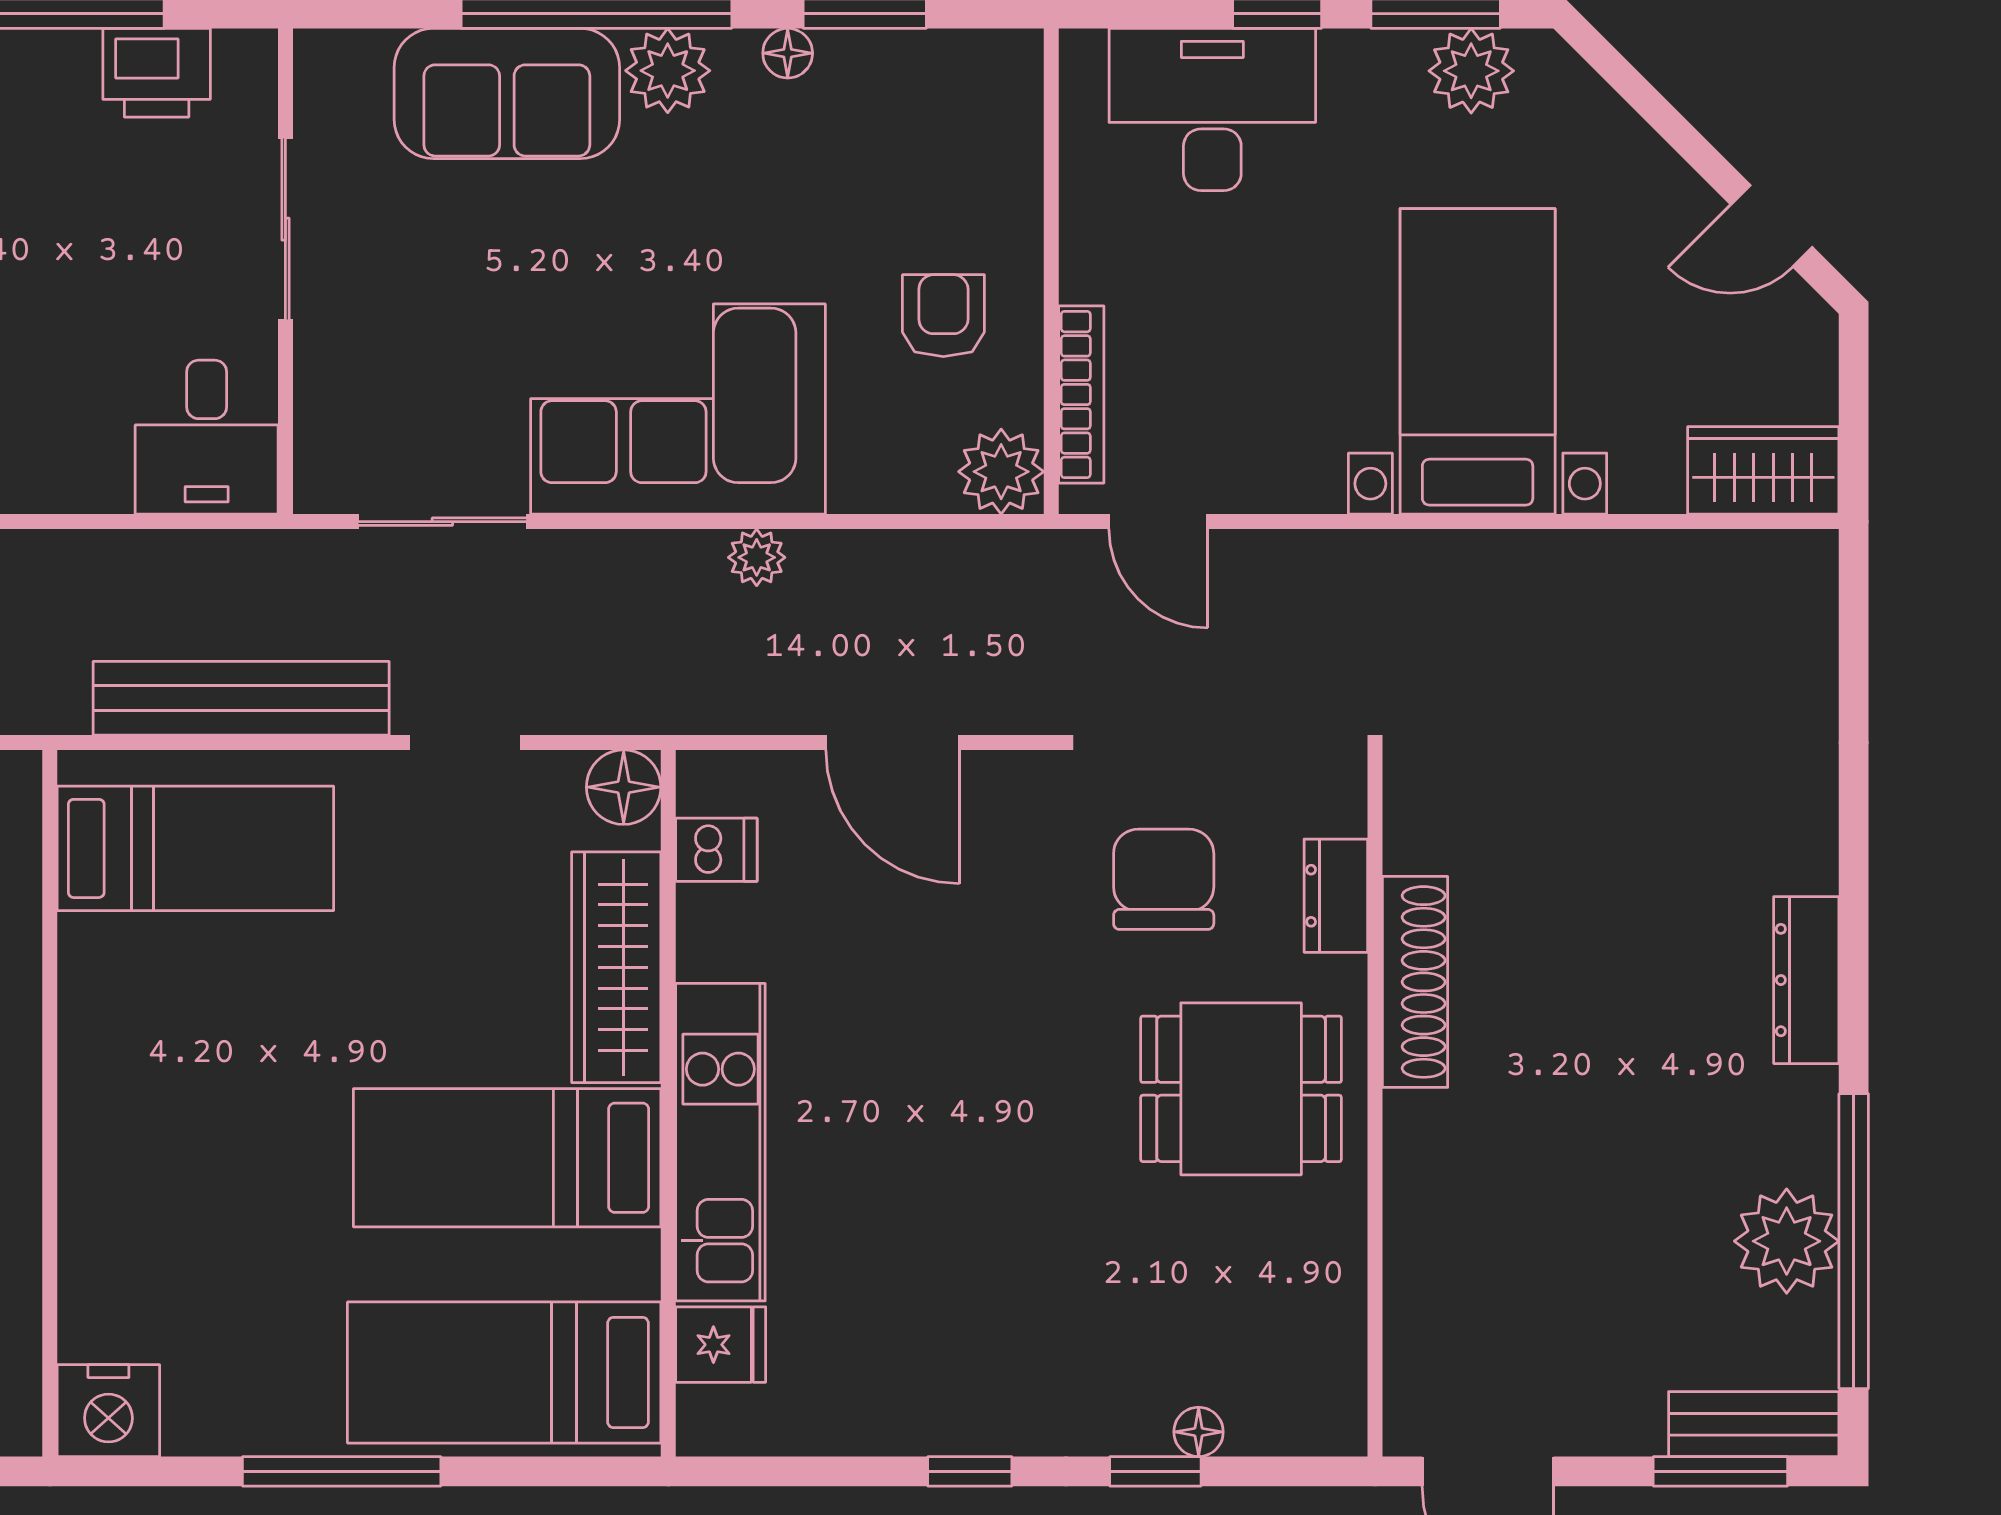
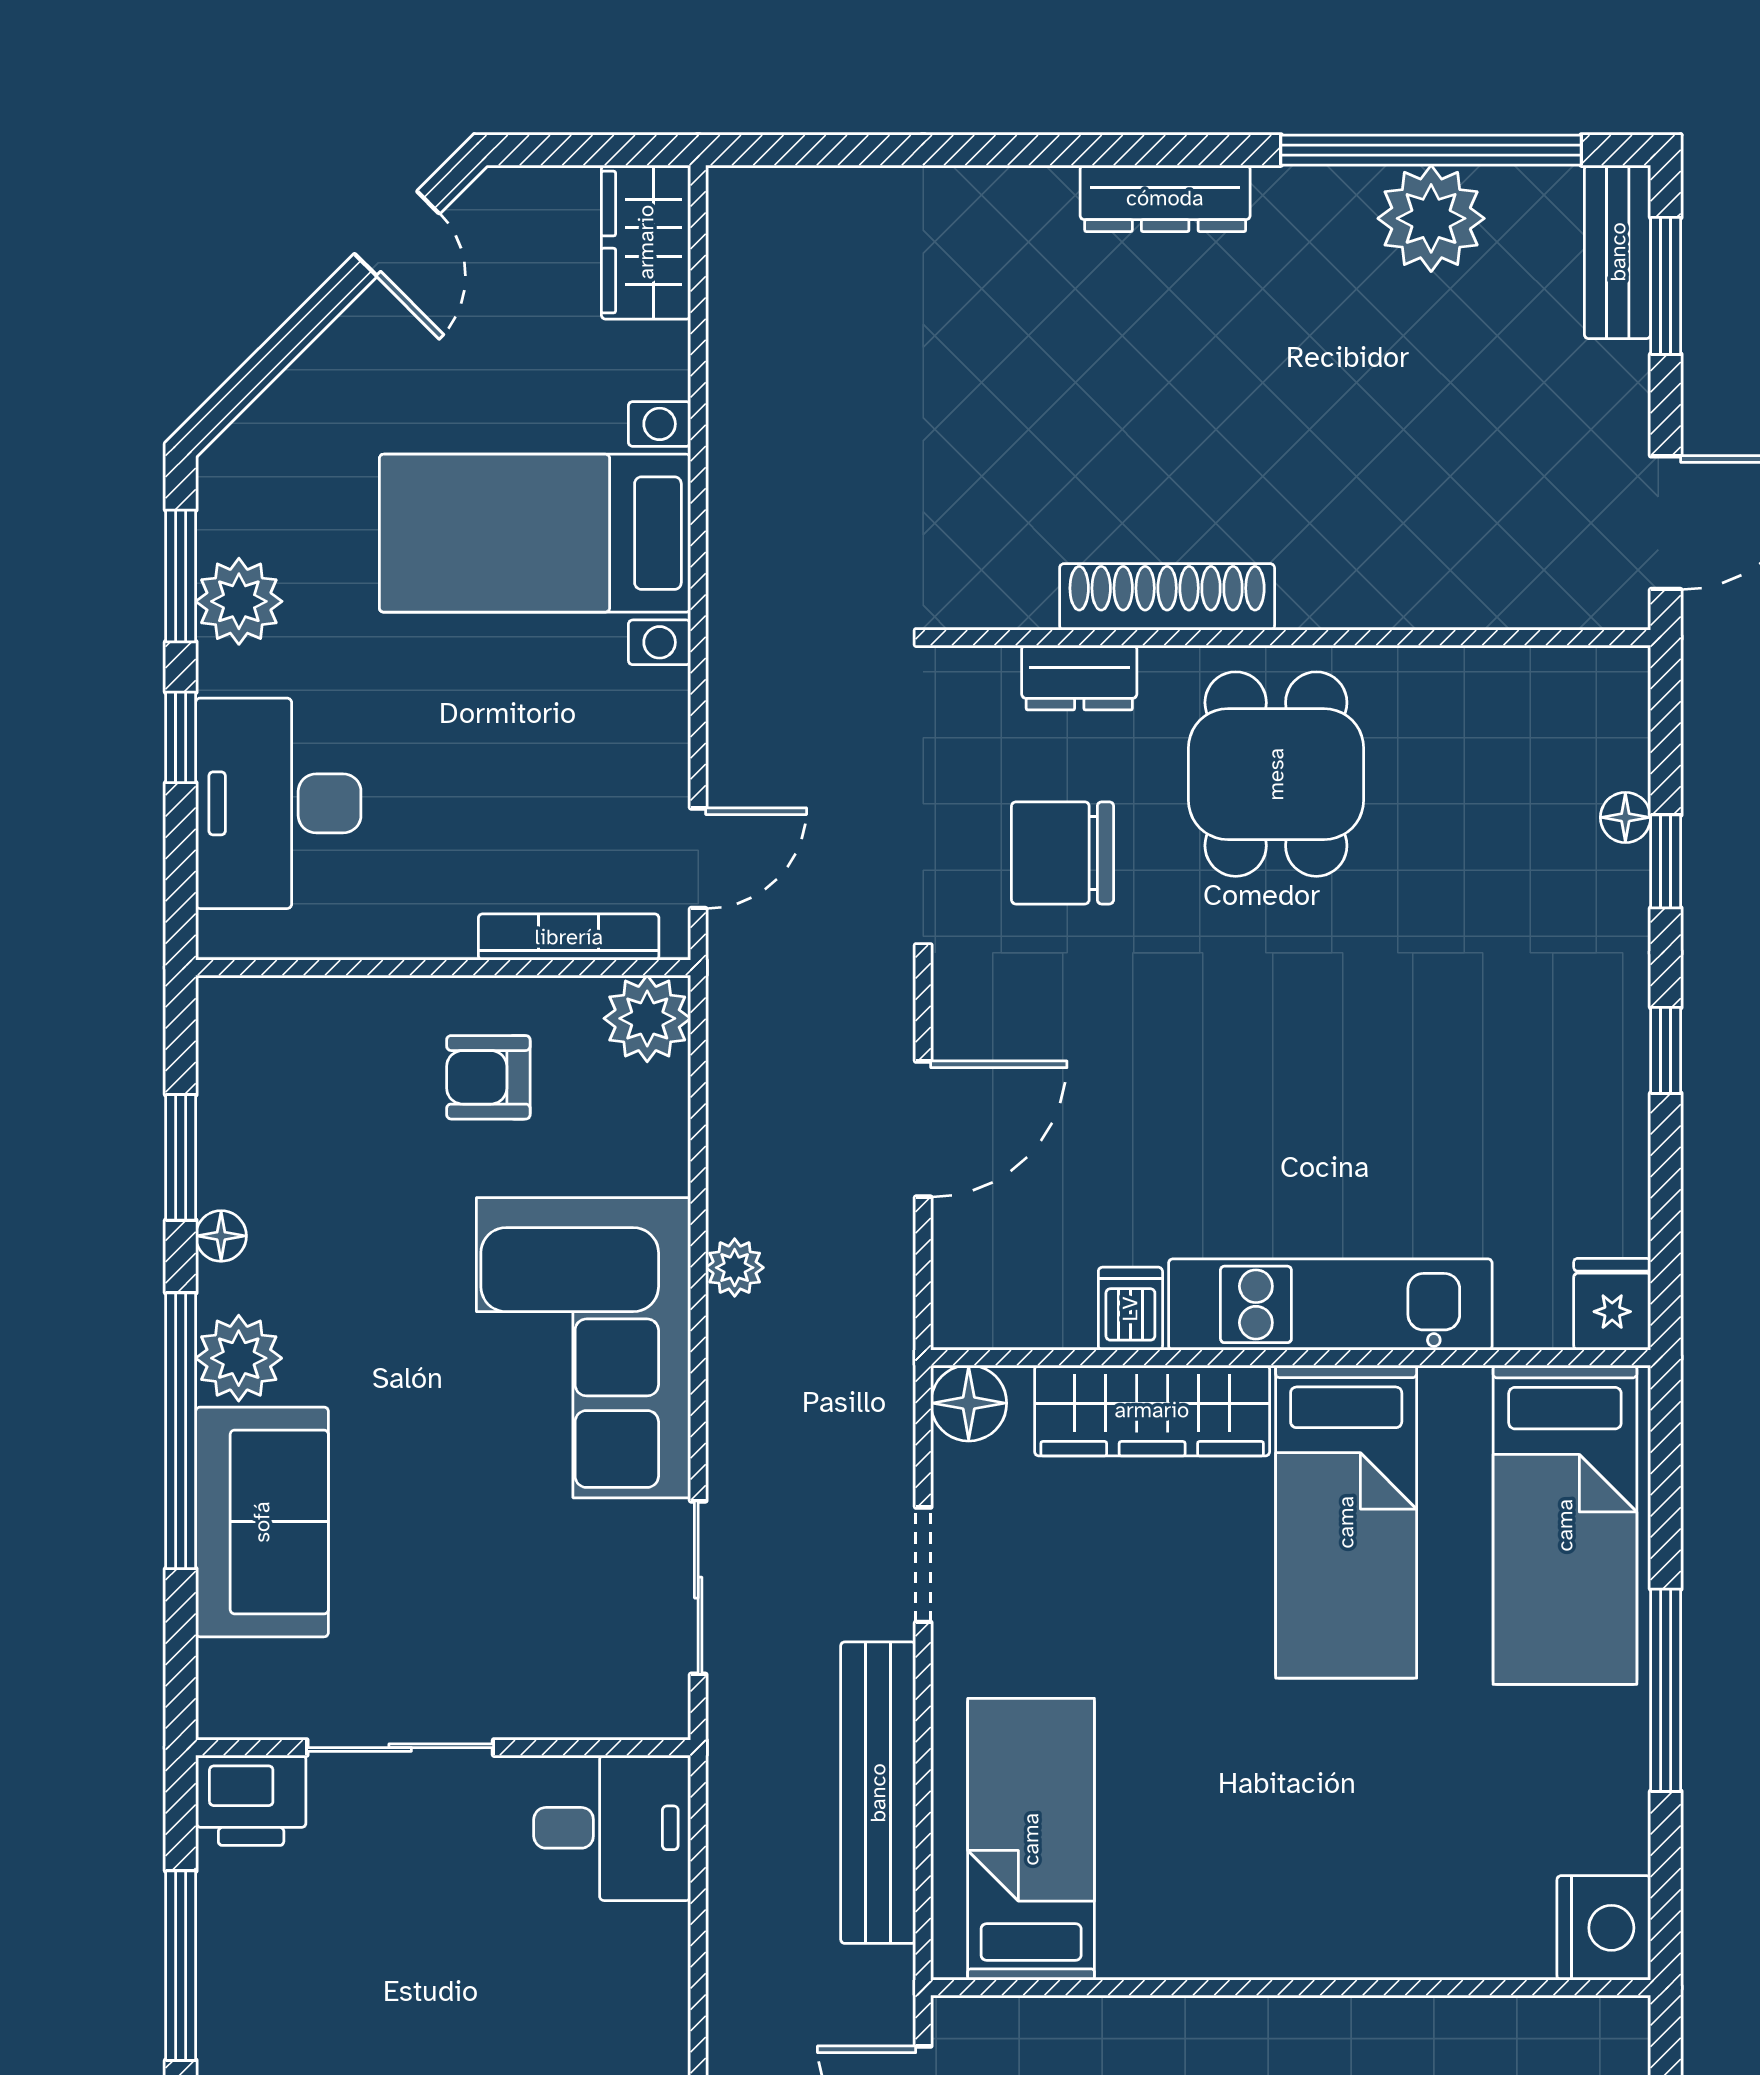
plant: (1471, 71) -> (239, 601), moved
printer: (157, 73) -> (251, 1800), moved, turned 90
dishwasher: (716, 850) -> (1130, 1309), moved
fridge: (721, 1345) -> (1612, 1304), moved

